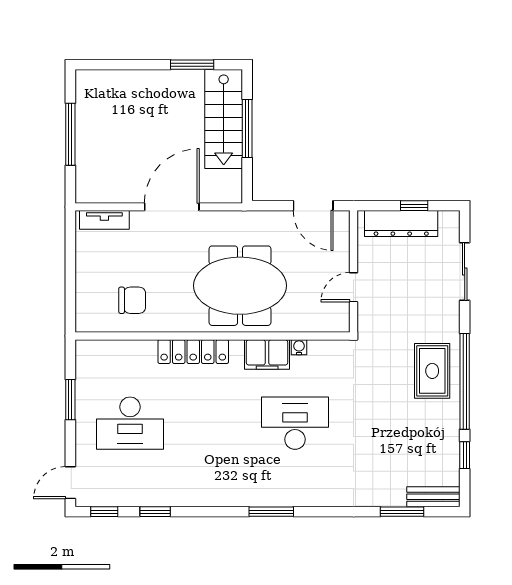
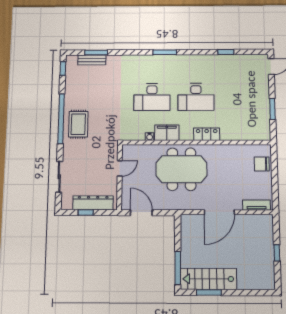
stairs: (224, 119) -> (208, 279), moved, turned -90
window: (247, 129) -> (178, 268), moved
window: (70, 134) -> (277, 253), width x0.46
chair: (132, 300) -> (262, 164), moved
locker: (193, 352) -> (207, 134), width x0.66
desk: (130, 423) -> (196, 97), moved, turned 180
window: (465, 455) -> (63, 68), moved
bench: (433, 497) -> (92, 60), moved
window: (104, 512) -> (253, 52), removed

